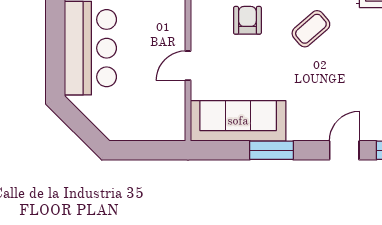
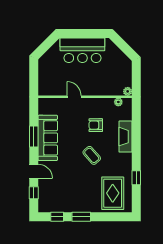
armchair: (247, 20) -> (96, 125), turned 180
sofa: (238, 121) -> (48, 138), moved

